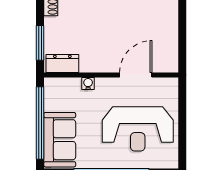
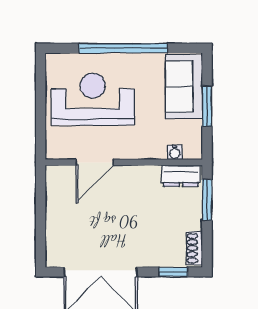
water cooler: (88, 84) -> (175, 152), moved
window: (40, 123) -> (207, 106), width x0.47

